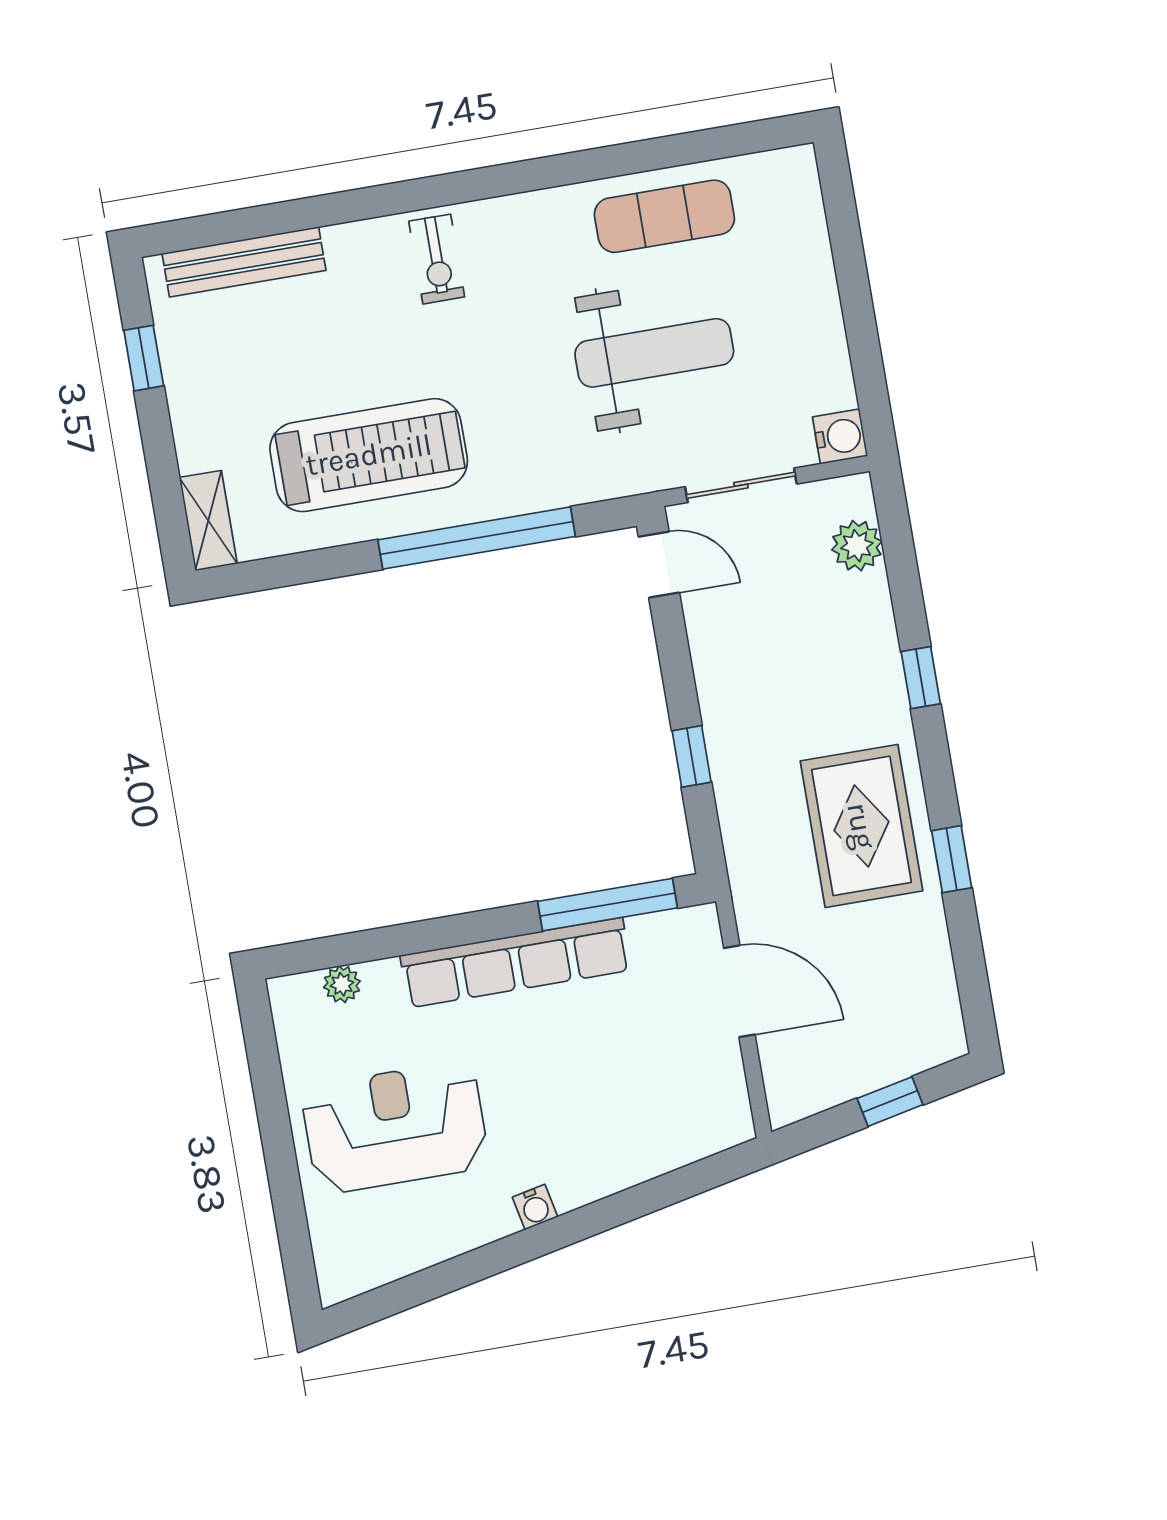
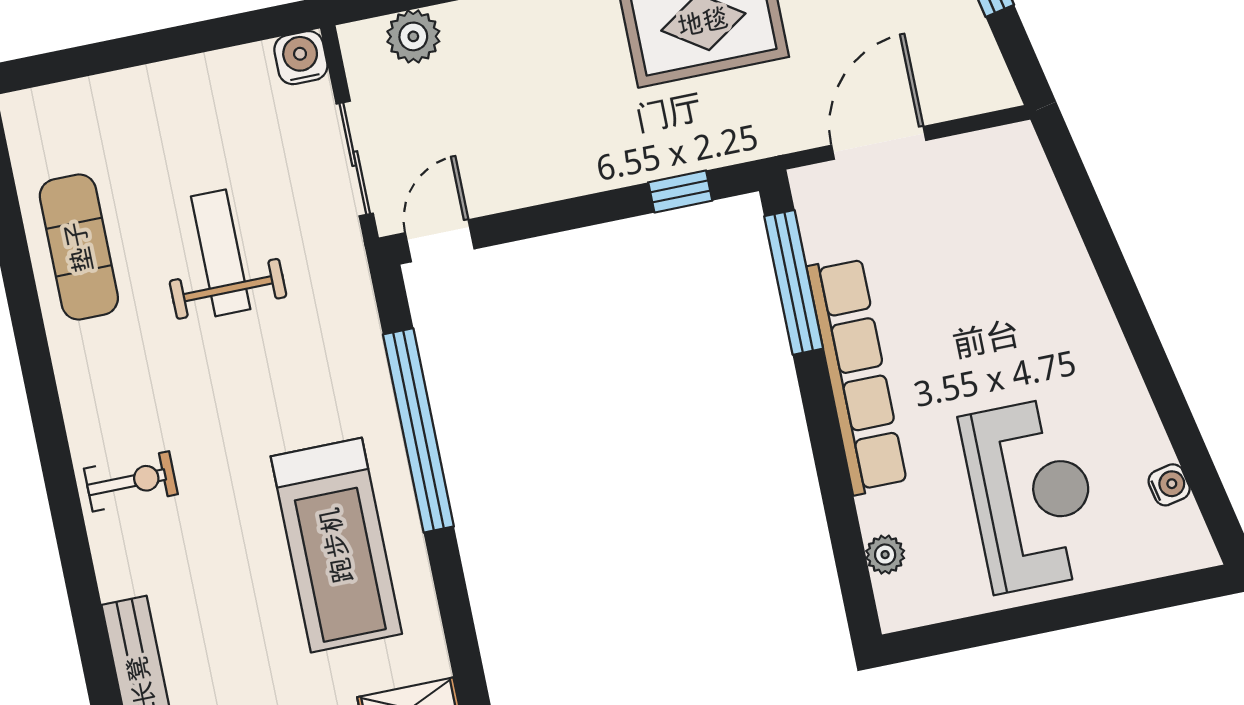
weight bench: (654, 353) -> (221, 253), width x0.73, depth x0.75
treadmill: (369, 455) -> (336, 545), turned 180
window: (692, 756) -> (680, 191), moved
reception desk: (395, 1127) -> (1032, 495), turned 180
water cooler: (535, 1207) -> (1169, 485), moved

